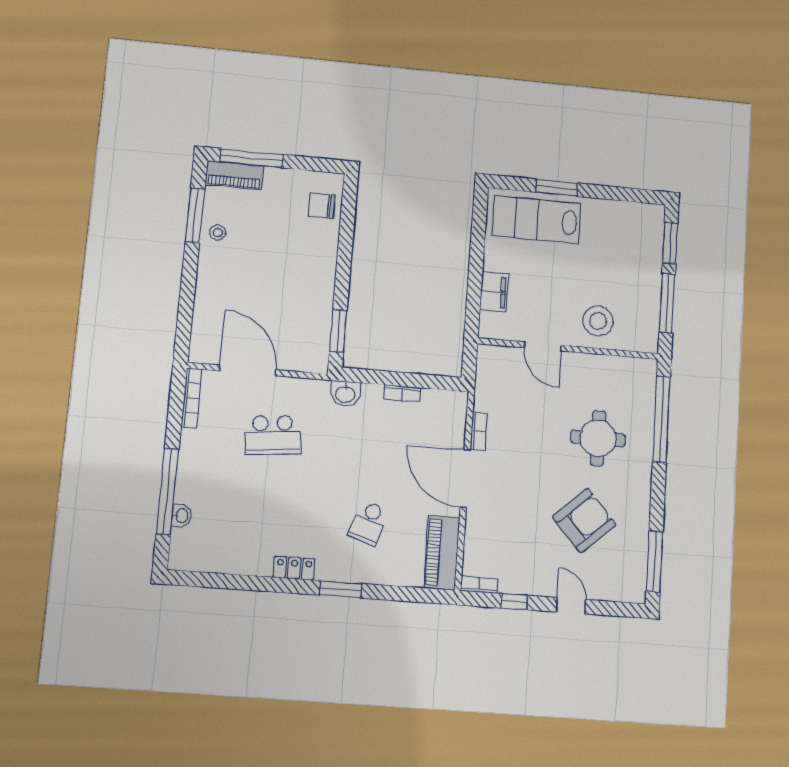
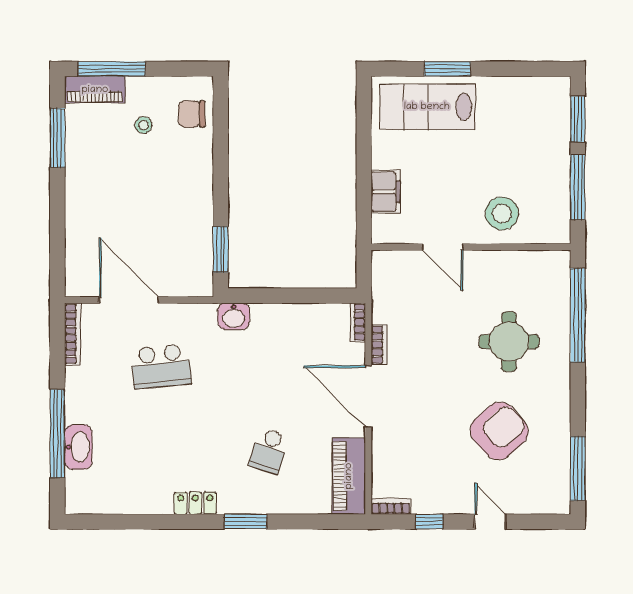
stool: (218, 233) -> (144, 125), moved
bookcase: (402, 393) -> (358, 322), moved, turned 90
washbasin: (181, 516) -> (78, 447), width x1.91, depth x1.45

